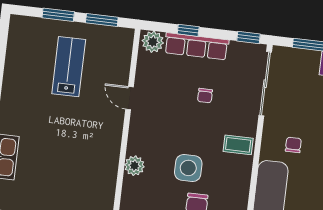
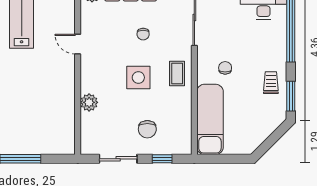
coffee table: (238, 145) -> (177, 74), turned 90
side table: (188, 168) -> (138, 77), moved

